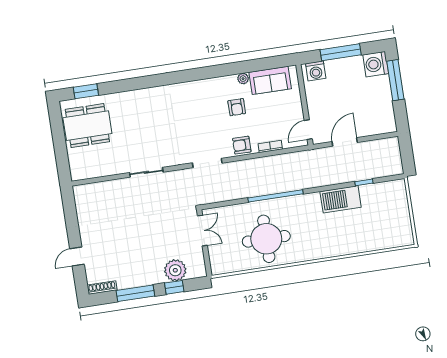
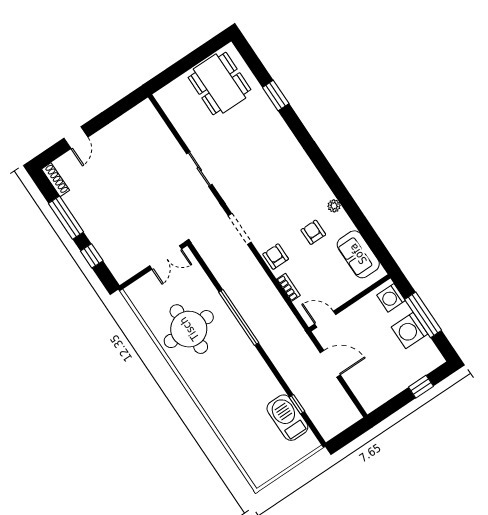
washing machine: (376, 64) -> (410, 331), moved, turned -90
plant: (243, 79) -> (334, 206), moved
window: (395, 80) -> (421, 387), width x0.46
window: (86, 91) -> (276, 95), moved
armchair: (237, 107) -> (313, 232), turned 90
barbecue: (341, 199) -> (287, 418), moved
door: (77, 256) -> (76, 138), swing flipped
plant: (175, 270) -> (110, 249), removed

